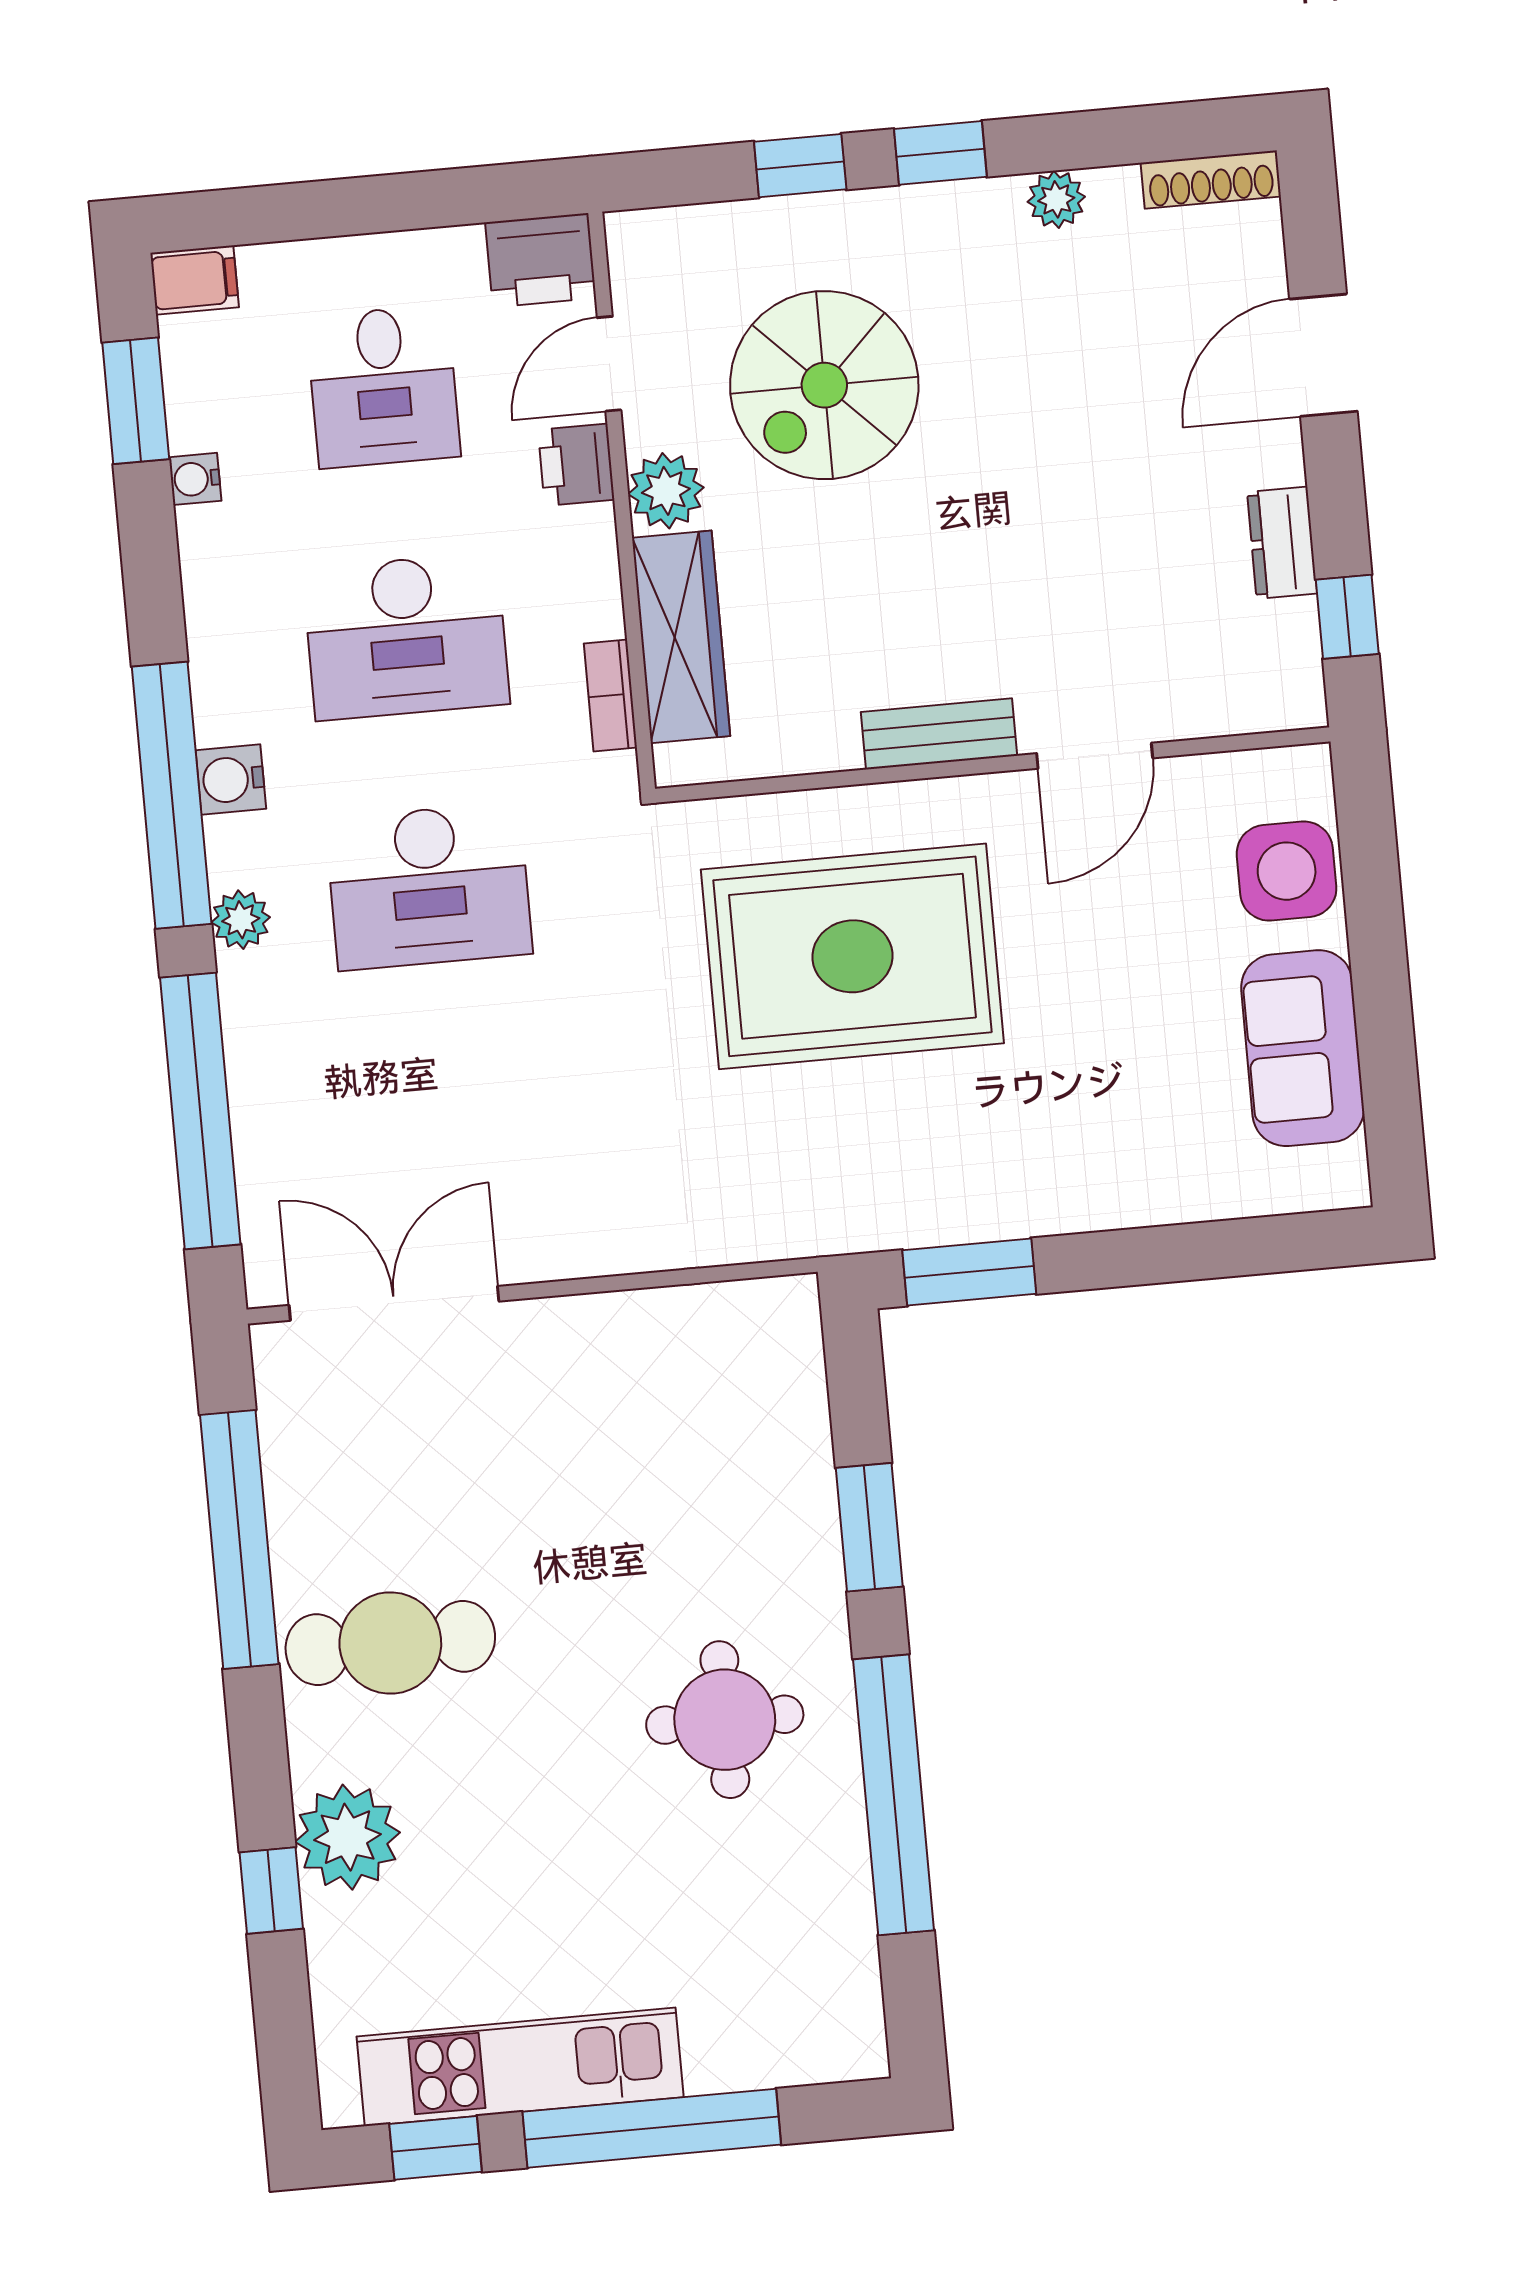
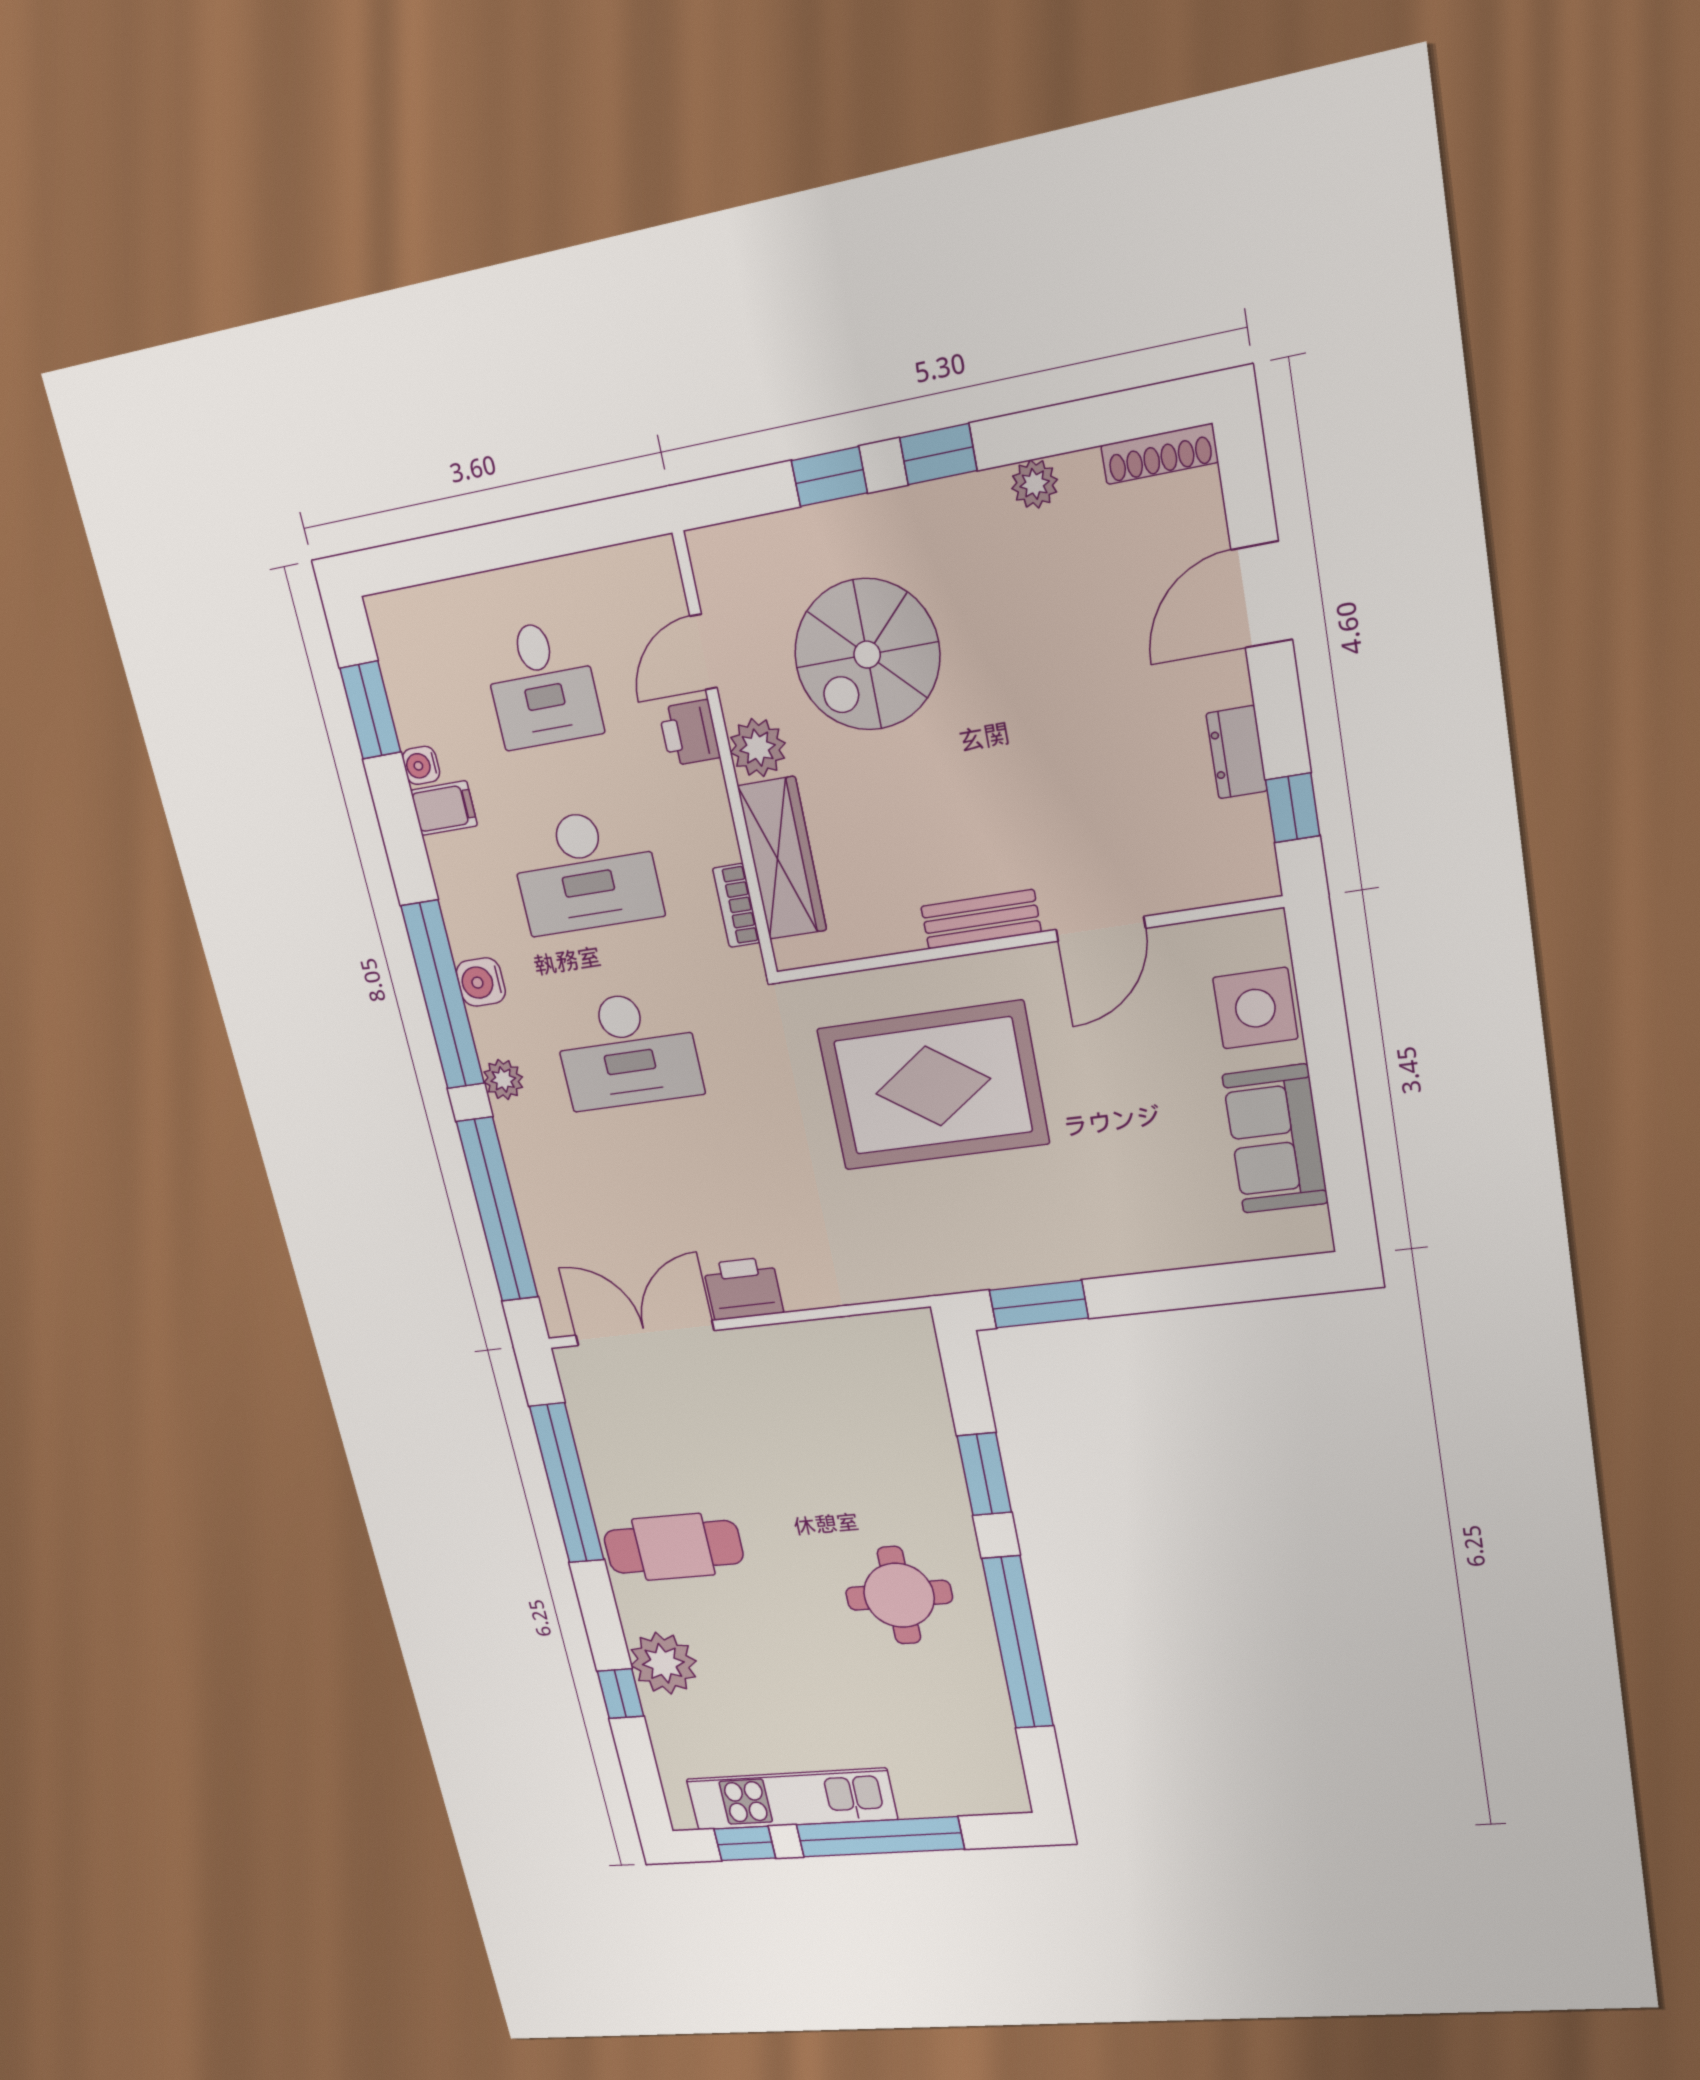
printer: (541, 260) -> (743, 1288), moved, turned 180
filing cabinet: (195, 280) -> (444, 808), moved

